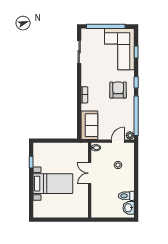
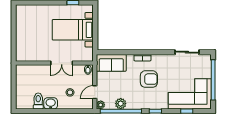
armchair: (118, 90) -> (149, 79), moved
plant: (129, 116) -> (121, 104), added
door: (118, 141) -> (95, 92), swing flipped
double door: (90, 173) -> (62, 63), swing flipped
bed with nightstands: (53, 184) -> (73, 30), moved, turned 90
washbasin: (129, 208) -> (51, 103), moved

